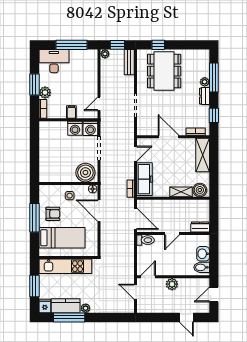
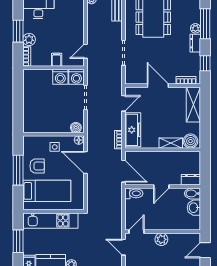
boiler: (85, 173) -> (76, 128), width x0.54, depth x0.54
bidet: (202, 267) -> (192, 193), moved

